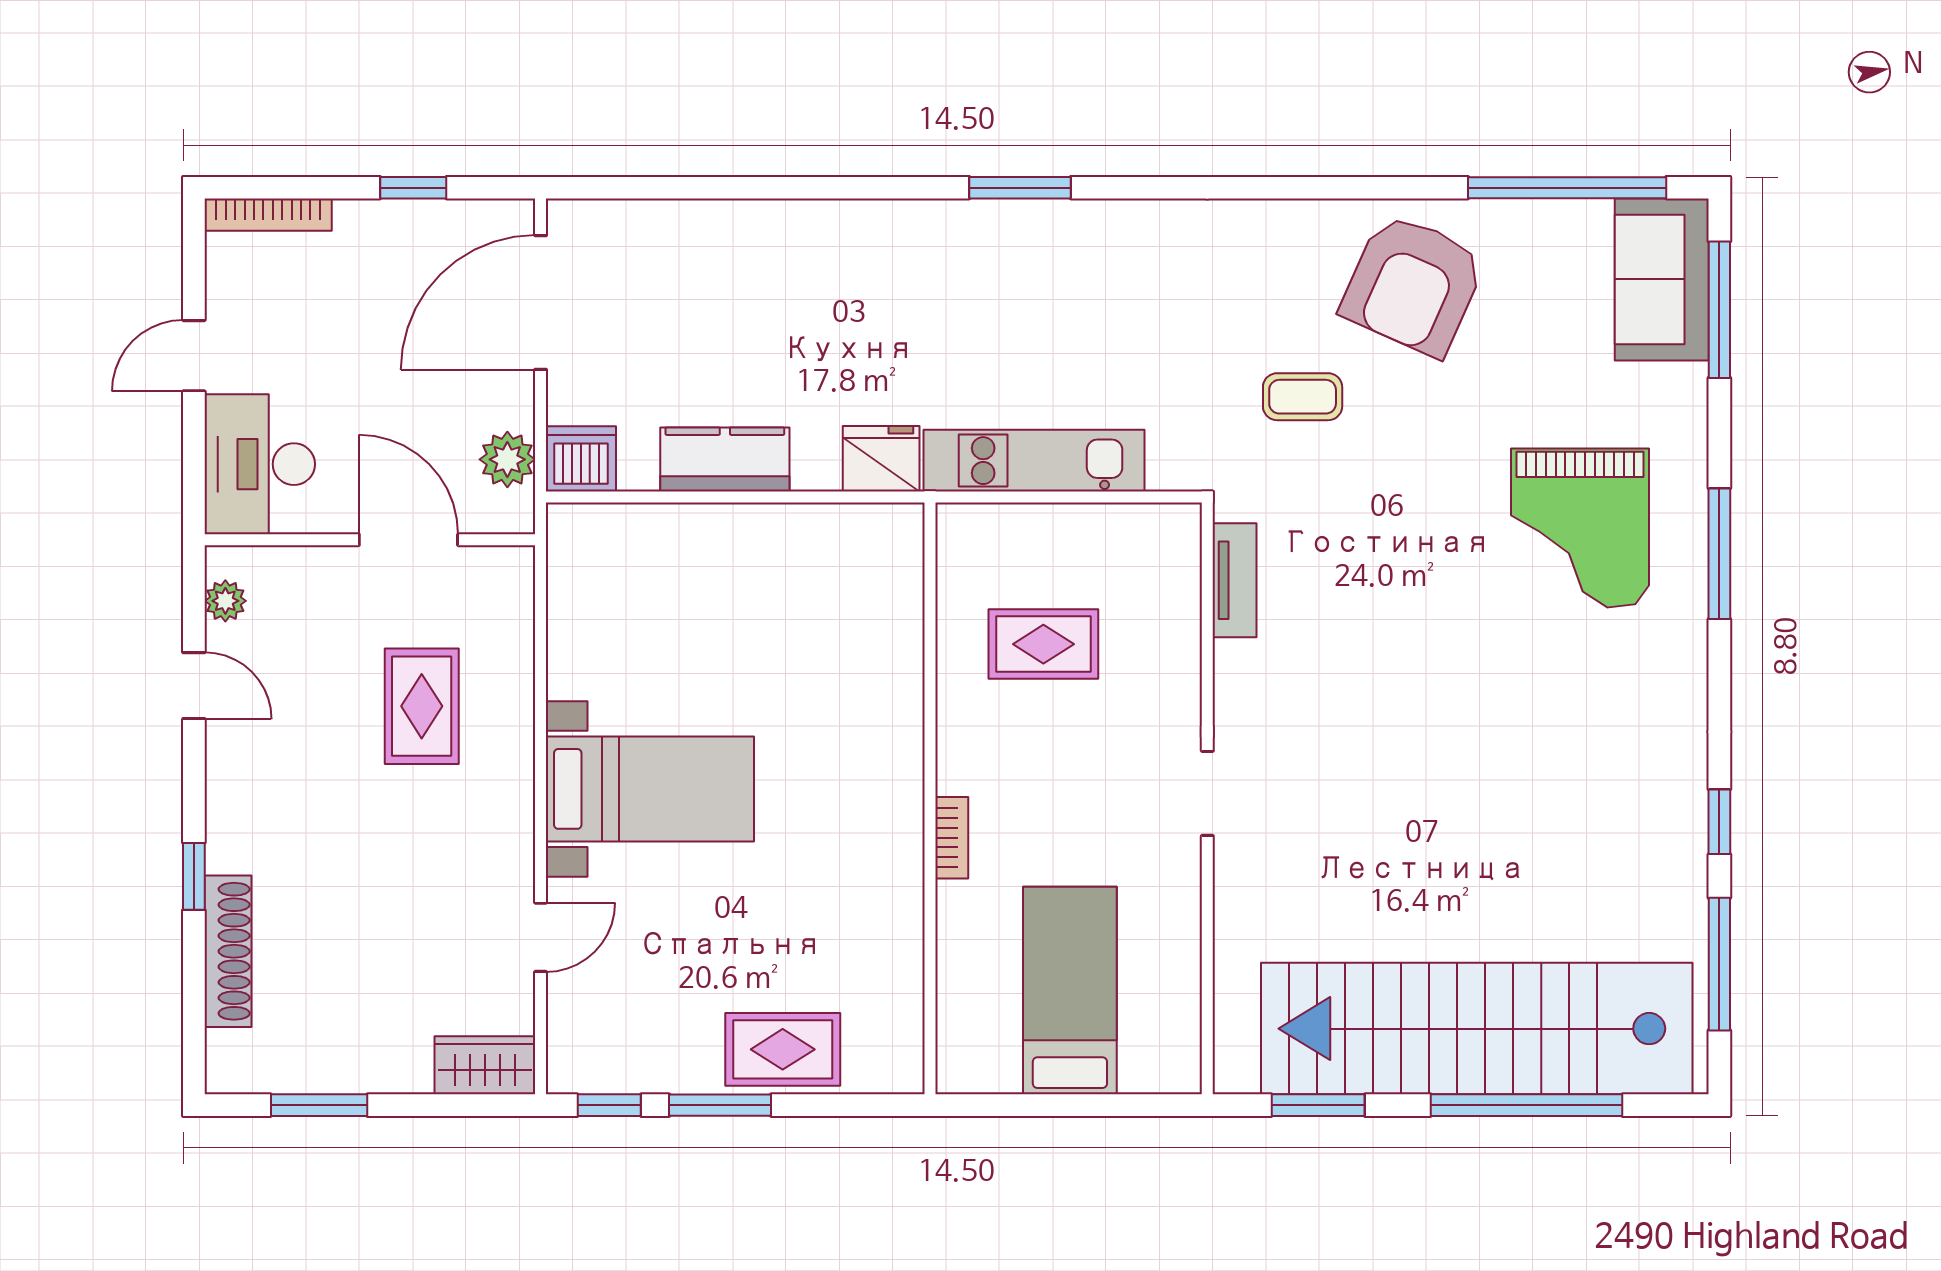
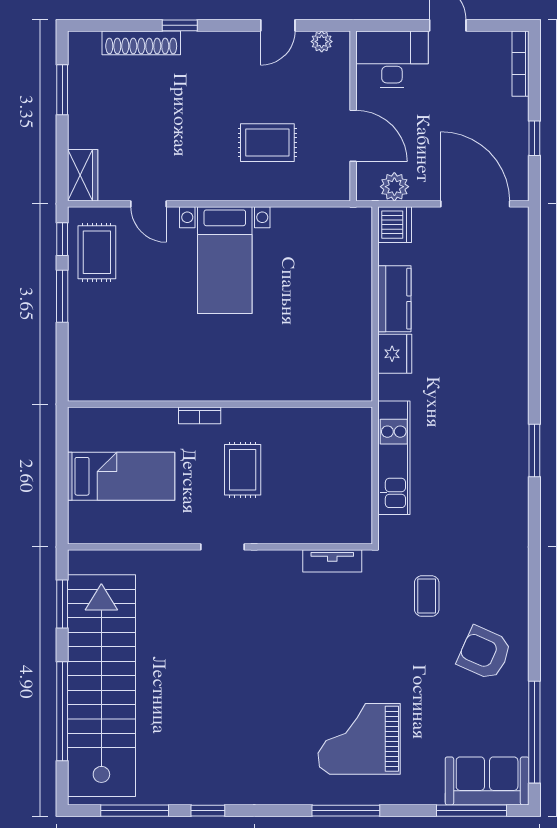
armchair: (1413, 284) -> (484, 653), width x0.73, depth x0.73
fridge: (881, 459) -> (395, 354), moved
door: (408, 540) -> (353, 136), hinge flipped
rug: (1043, 644) -> (243, 470), moved
rug: (783, 1049) -> (97, 252), moved

